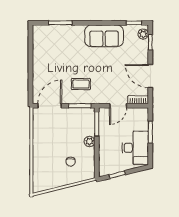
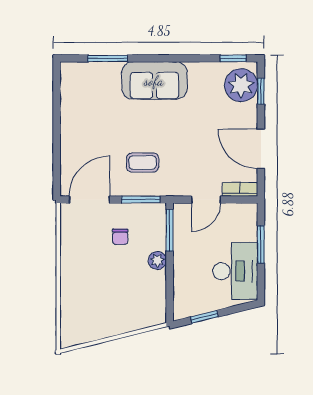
plant: (143, 34) -> (241, 85), width x1.87, depth x1.87
sofa: (104, 36) -> (154, 81), moved
chair: (71, 162) -> (120, 237), moved

